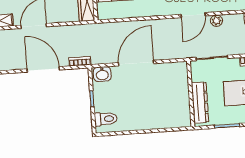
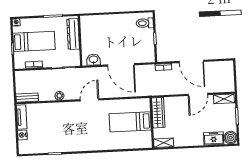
door: (193, 15) -> (89, 100), moved
door: (136, 63) -> (121, 65), hinge flipped
washbasin: (102, 74) -> (93, 60), moved

